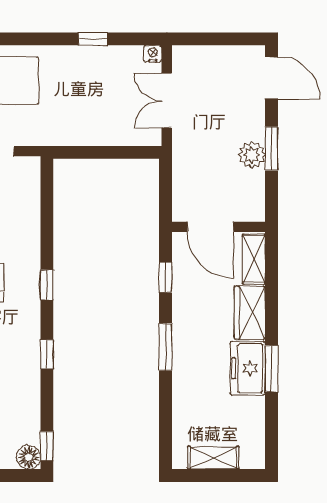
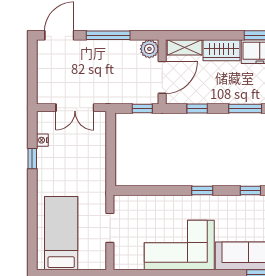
nightstand: (153, 54) -> (42, 140), moved
window: (272, 149) -> (108, 35), width x1.44
plant: (252, 155) -> (149, 49), moved
window: (166, 198) -> (142, 109), added

